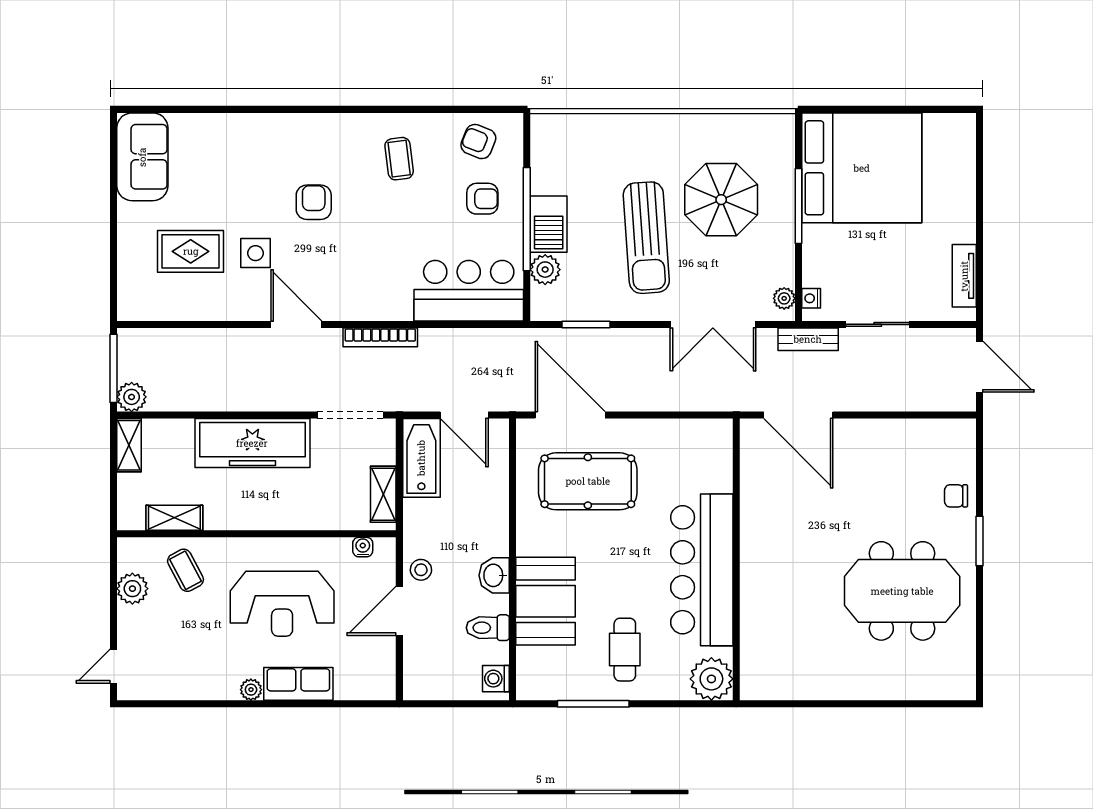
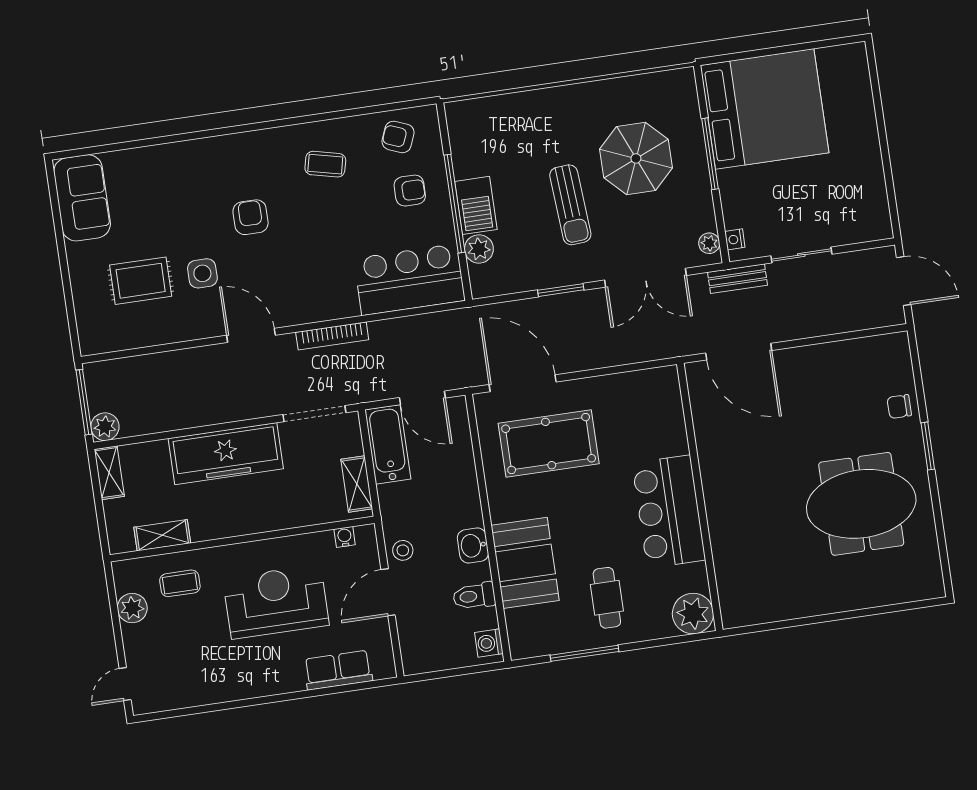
coffee table: (399, 159) -> (325, 164), turned -70
sun lounger: (646, 238) -> (570, 205), width x0.73, depth x0.75
tv unit: (964, 276) -> (877, 197), removed
window: (586, 324) -> (561, 290), moved
coffee table: (185, 570) -> (180, 583), turned -62
bar counter: (702, 570) -> (669, 512), width x0.73
reception desk: (282, 604) -> (276, 602), turned 180
row of seats: (298, 684) -> (338, 670), moved
plant: (251, 690) -> (258, 687), removed

